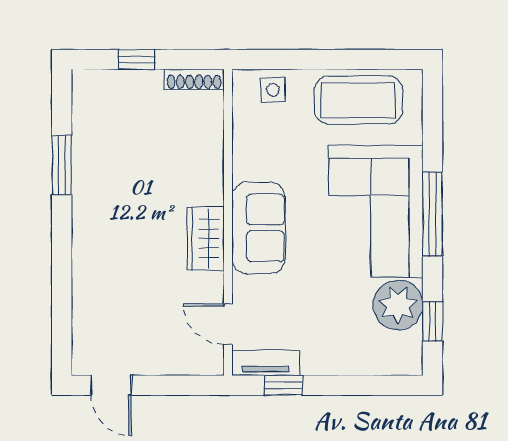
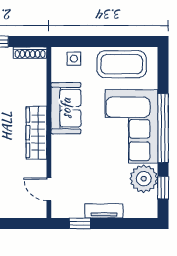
window: (433, 214) -> (163, 128), width x1.46
sofa: (258, 228) -> (66, 108), moved
wardrobe: (206, 239) -> (36, 133), width x1.50
tv unit: (266, 363) -> (104, 211), moved

